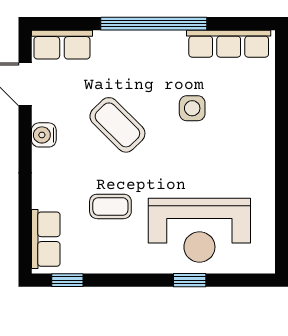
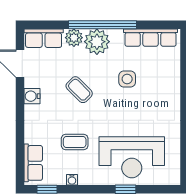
plant: (109, 44) -> (74, 38), added
plant: (145, 50) -> (97, 42), added
coffee table: (117, 125) -> (79, 90), width x0.73, depth x0.77
water cooler: (106, 265) -> (72, 180), added

